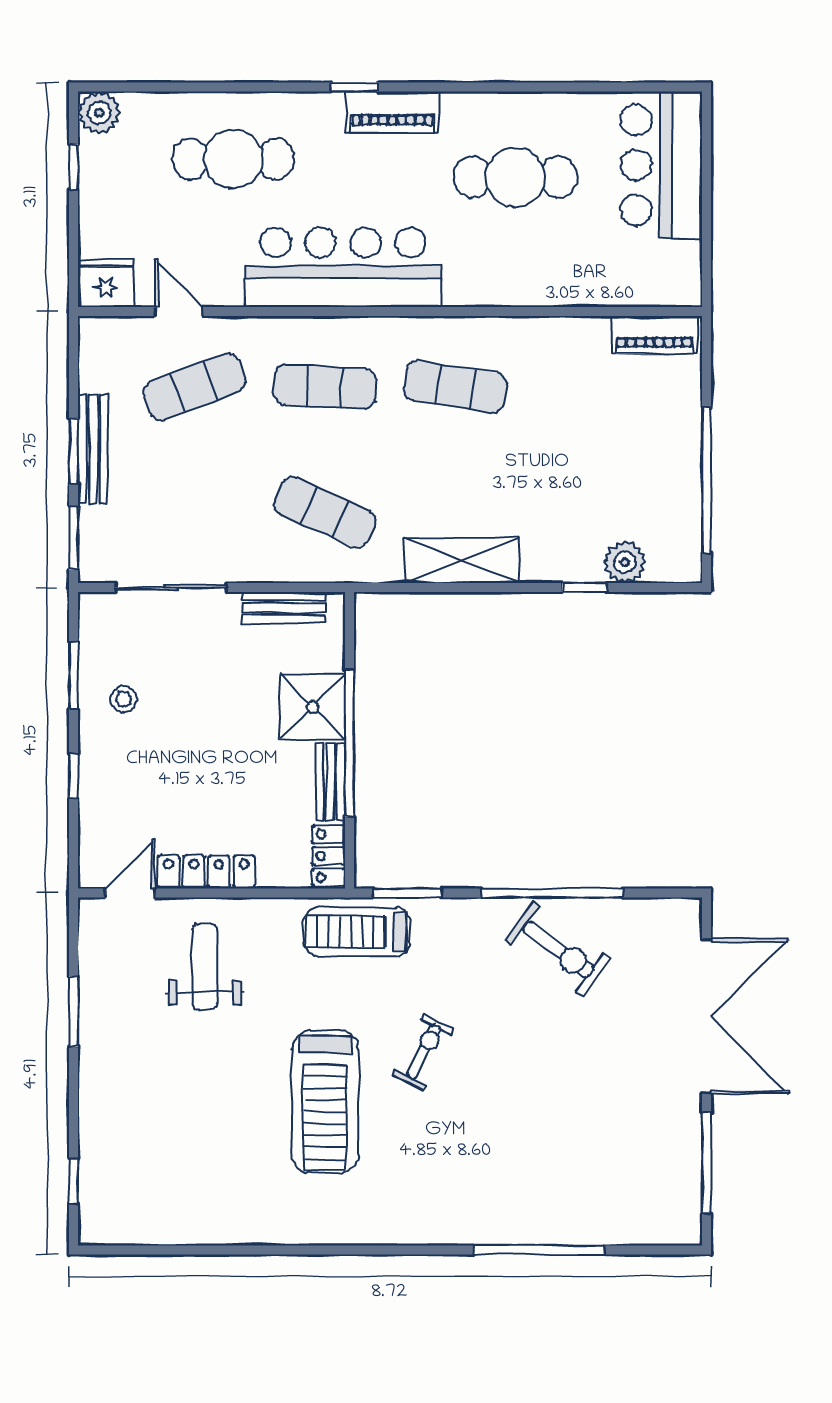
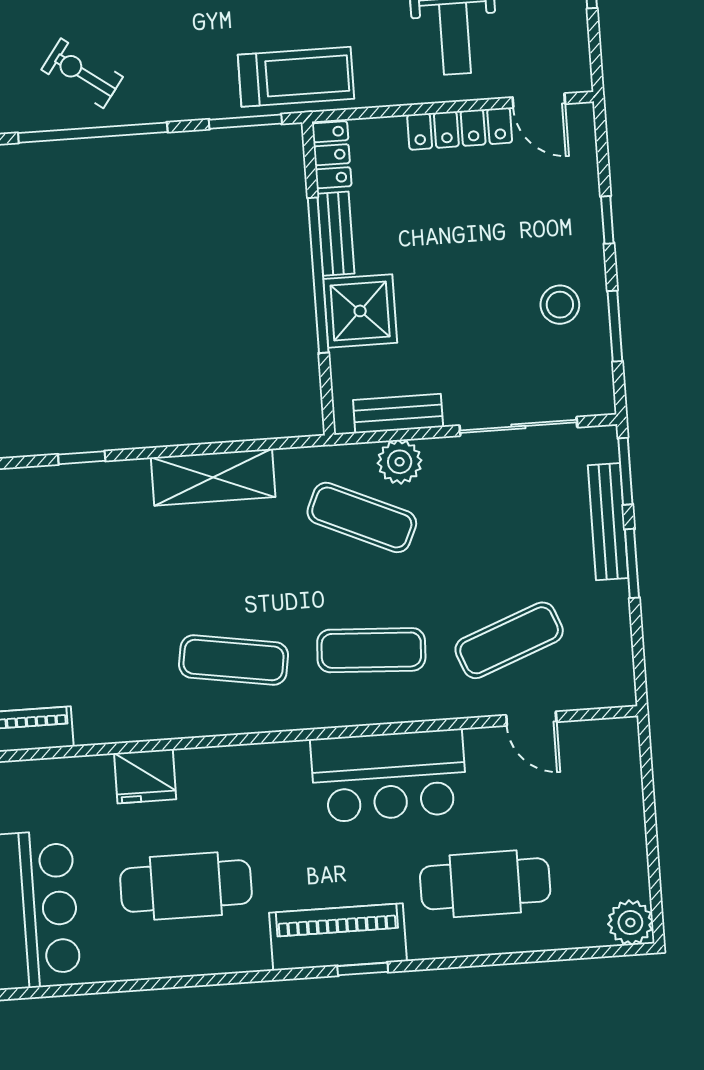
piano: (392, 112) -> (338, 937), width x1.37, depth x1.33
window: (74, 167) -> (653, 863), removed
bar counter: (343, 267) -> (389, 776), width x0.73
fridge: (106, 283) -> (145, 776), moved
bench: (93, 449) -> (608, 522), moved
plant: (625, 562) -> (400, 462), moved
stool: (124, 699) -> (560, 305), width x1.37, depth x1.37
door: (130, 893) -> (539, 101), hinge flipped
exercise bike: (558, 949) -> (82, 73), width x0.73, depth x0.72

